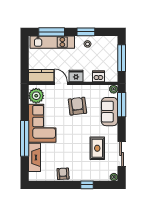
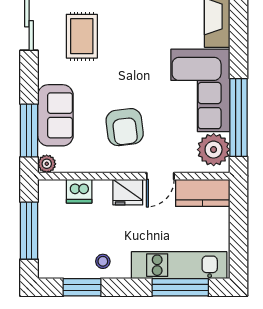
window: (86, 32) -> (82, 287), moved
door: (61, 83) -> (160, 176), hinge flipped
window: (25, 138) -> (238, 118), moved

